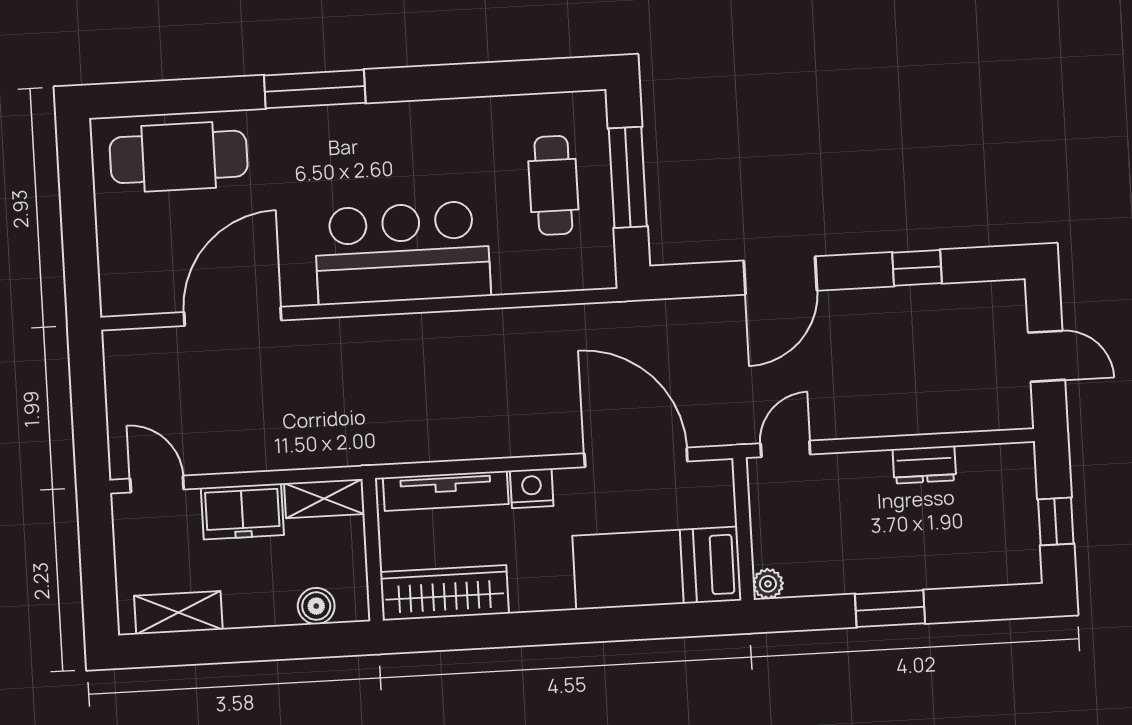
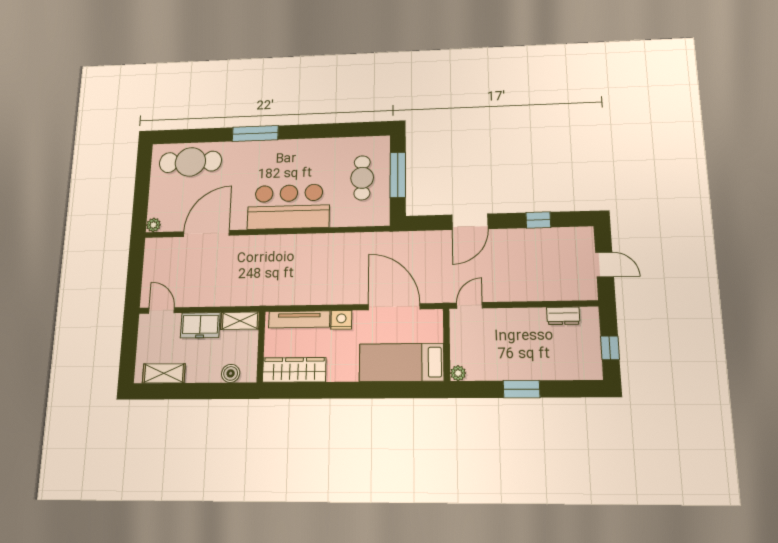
plant: (115, 301) -> (153, 225), added
dresser: (924, 465) -> (563, 316), moved

